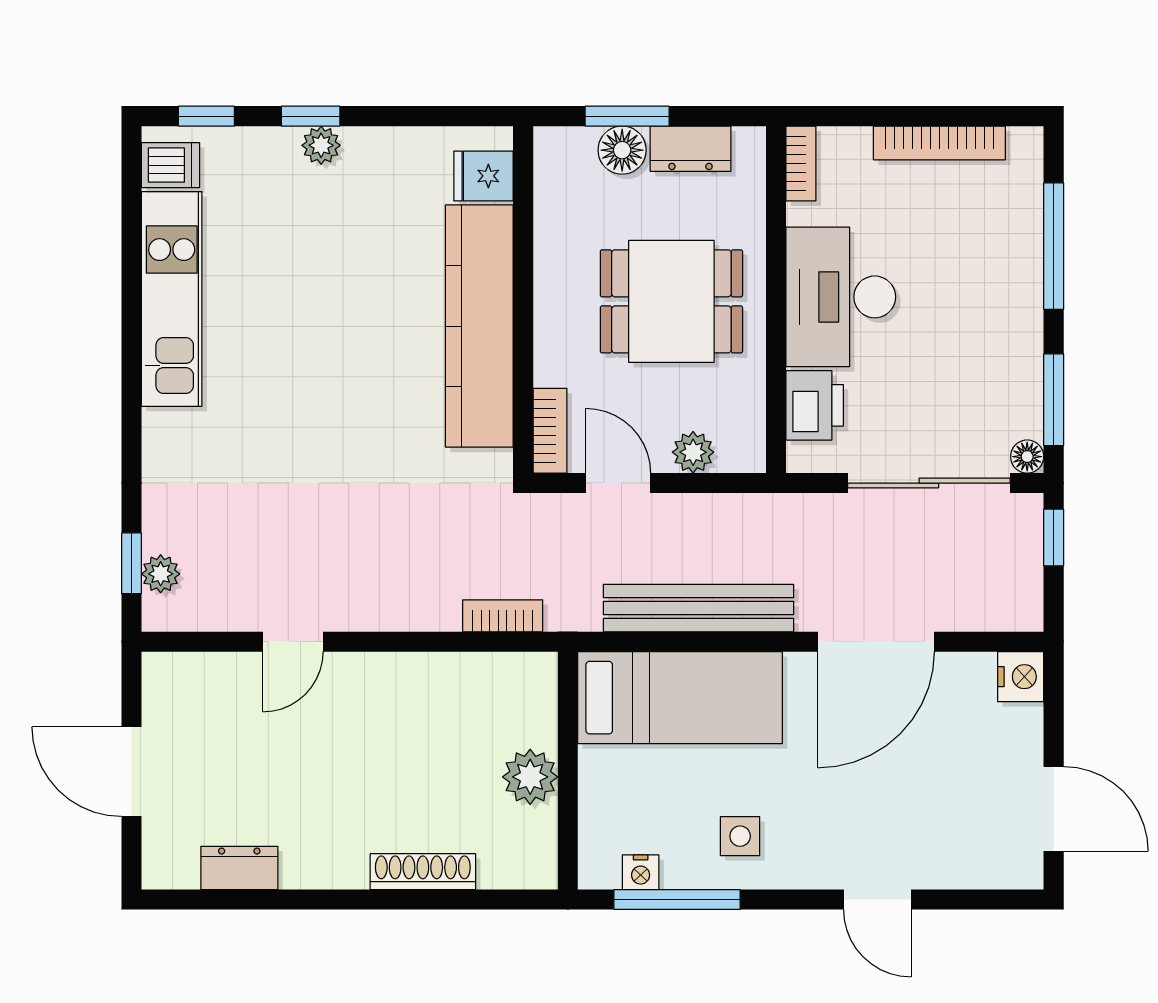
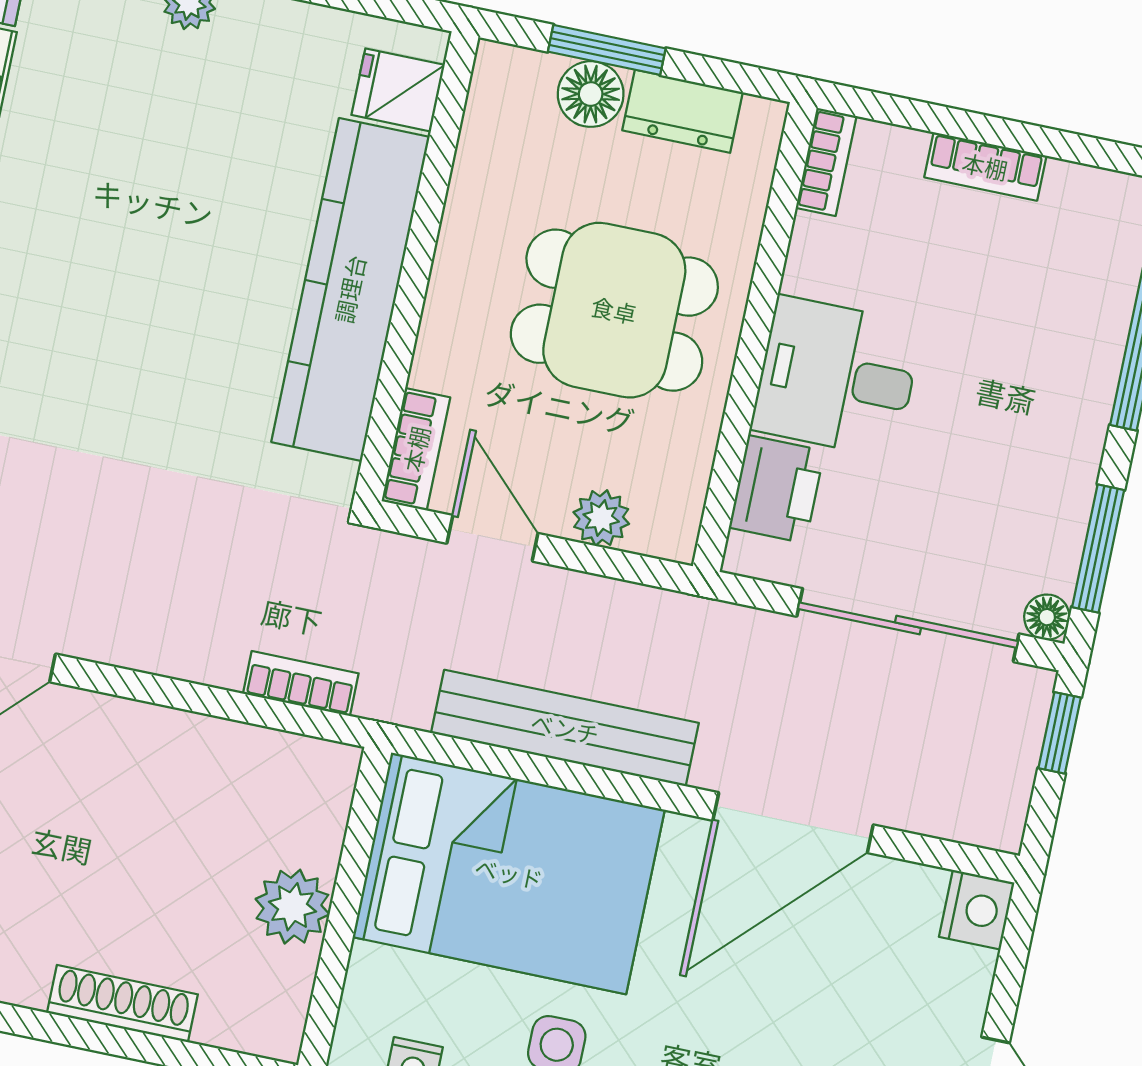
bookcase: (939, 143) -> (985, 166), width x0.64
desk: (841, 297) -> (837, 377), width x0.73
bed: (680, 698) -> (509, 873), width x1.50

